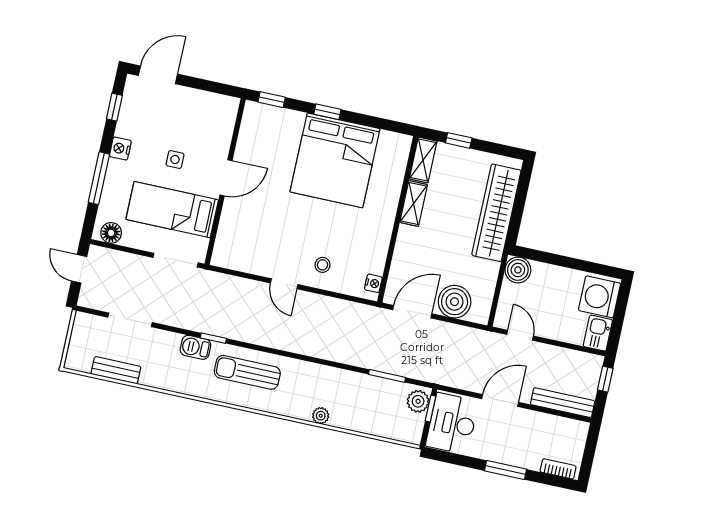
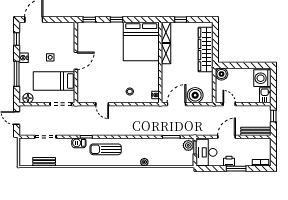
bed: (335, 160) -> (141, 41), moved
door: (284, 284) -> (102, 104), moved
printer: (494, 451) -> (229, 161), added

